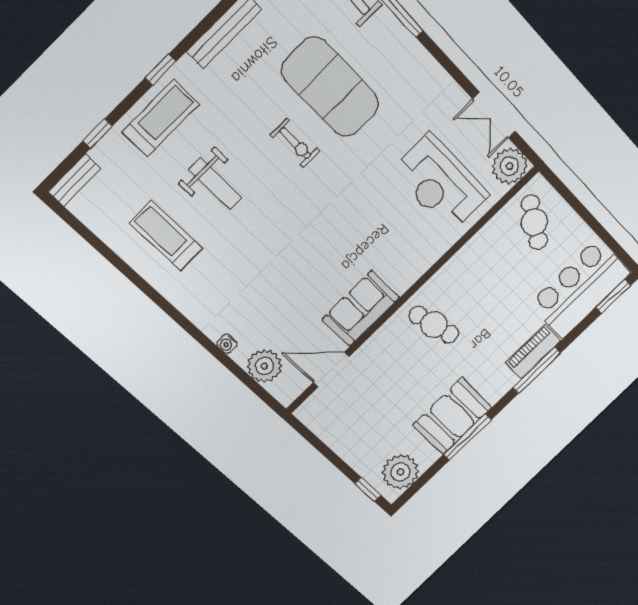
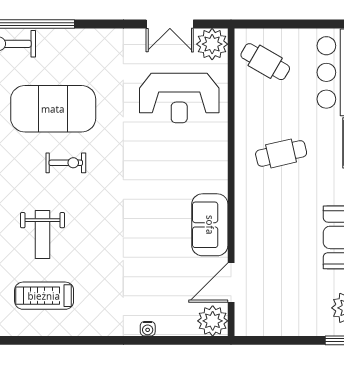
weight bench: (215, 184) -> (42, 235), turned 90
cafe table: (434, 325) -> (281, 153), moved
plant: (264, 366) -> (213, 321), moved

